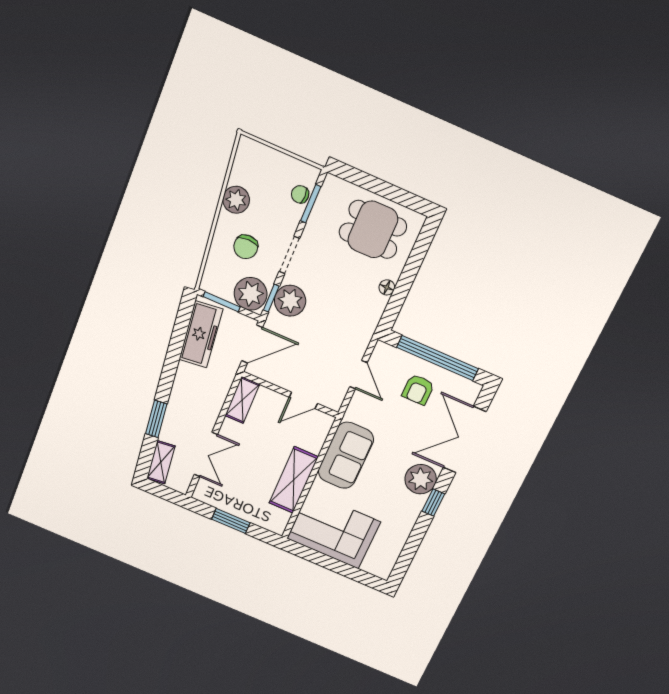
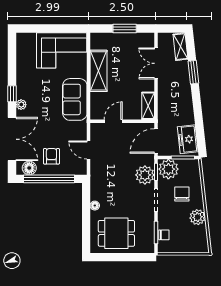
freezer: (201, 334) -> (188, 139), width x0.71
floor lamp: (459, 387) -> (29, 168), added
plant: (421, 479) -> (21, 105), width x0.53, depth x0.53

